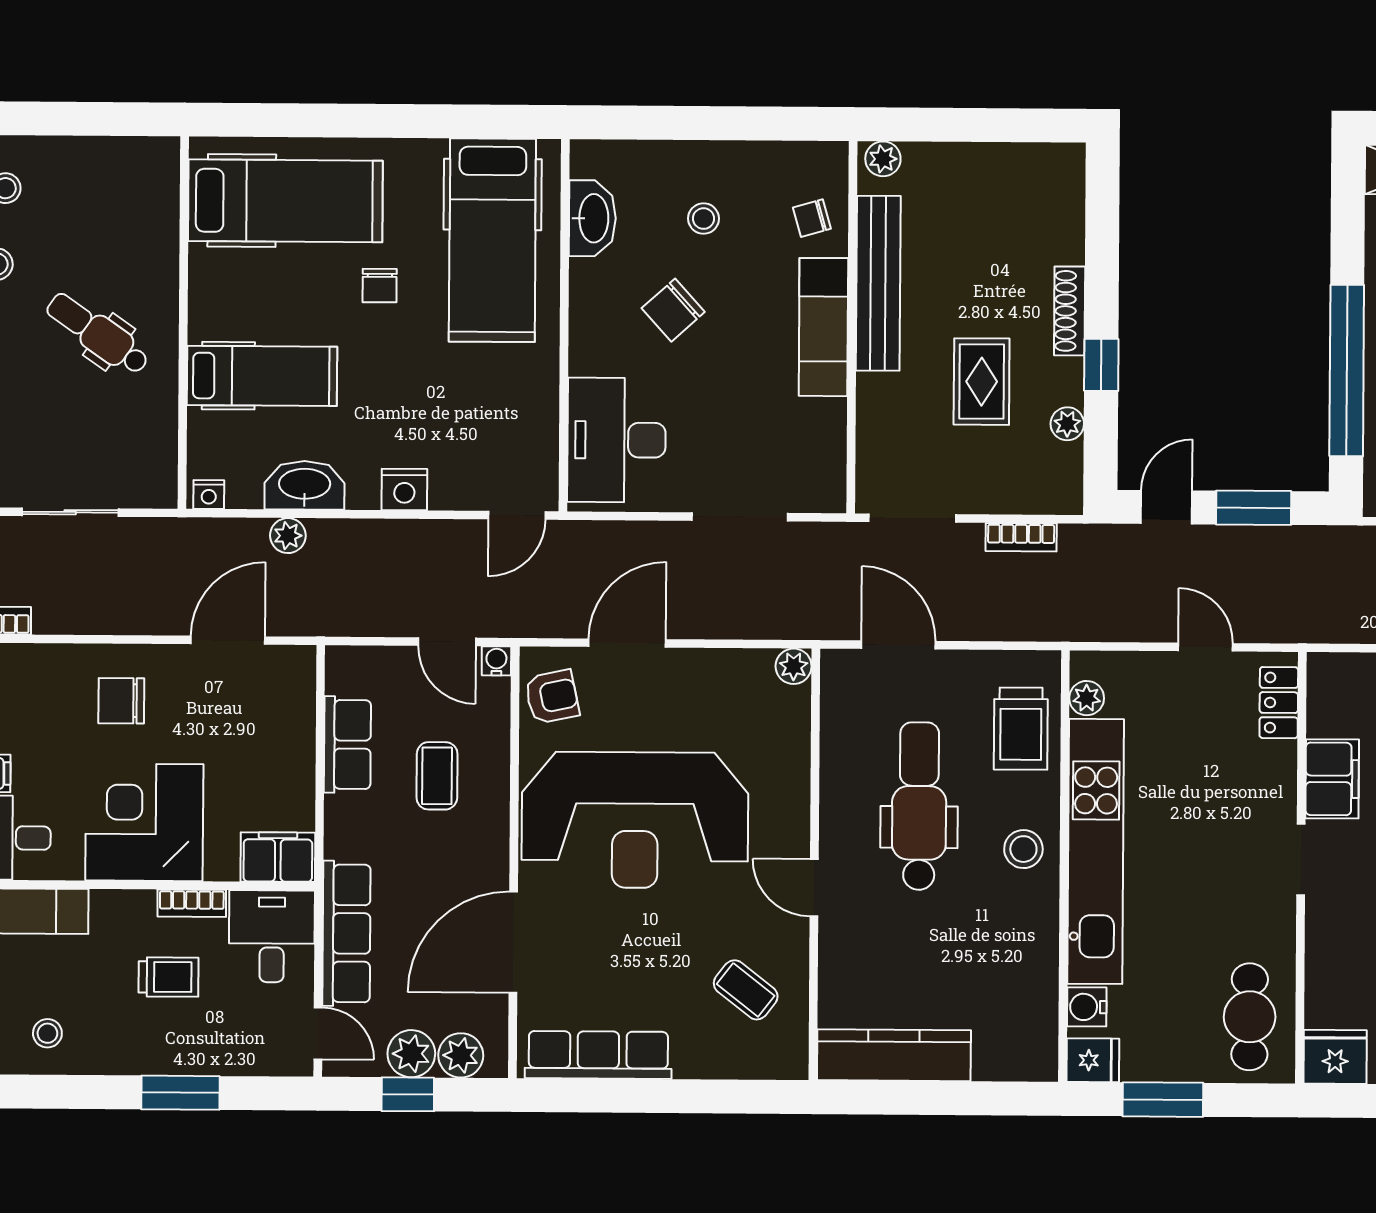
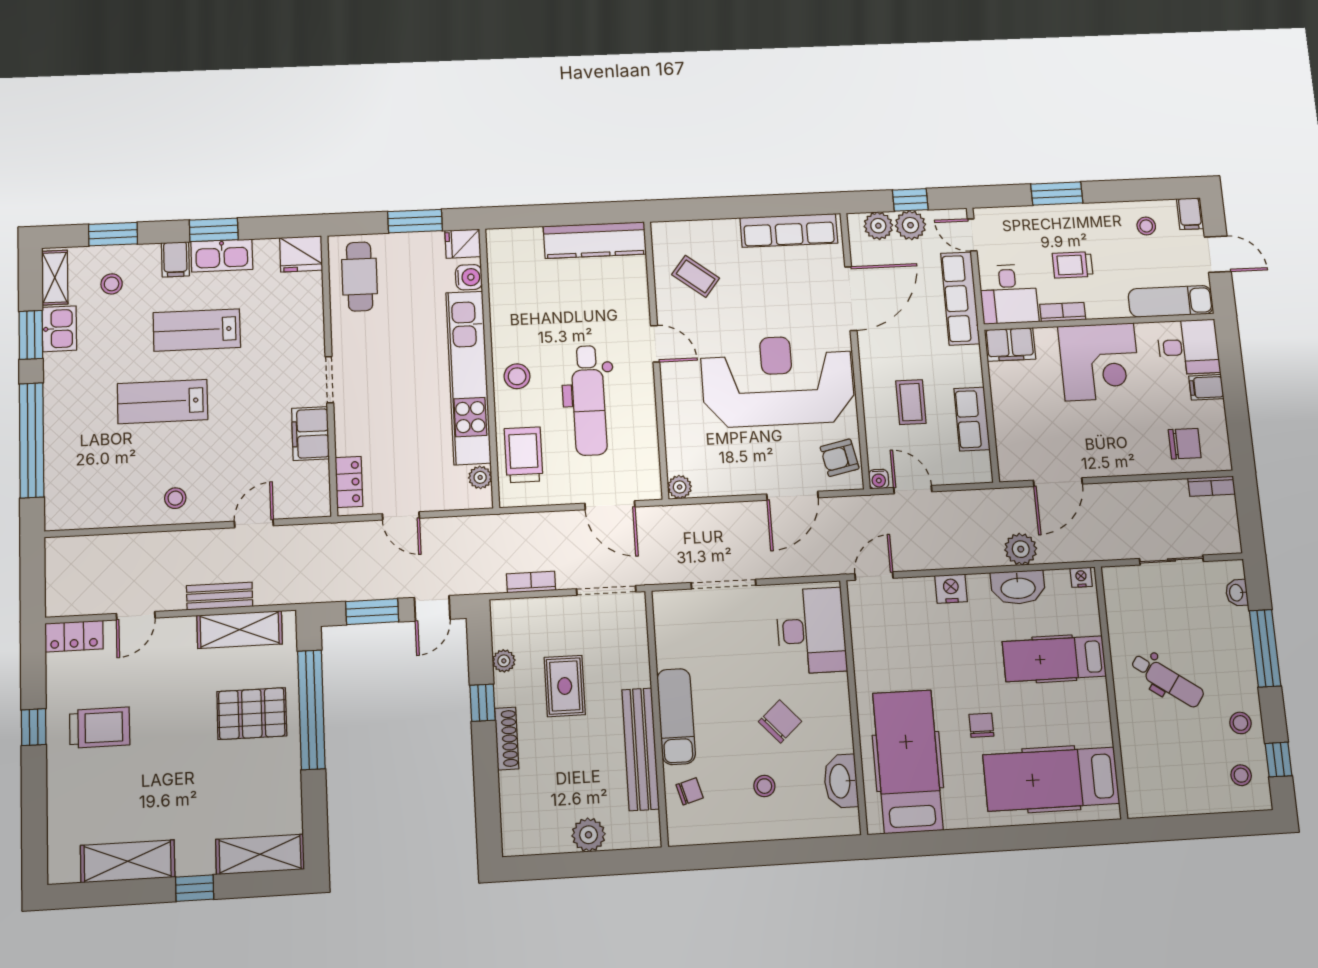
plant: (883, 159) -> (589, 835), moved, width x1.38, depth x1.38
plant: (288, 536) -> (1021, 549), width x1.38, depth x1.38
chair: (121, 701) -> (1185, 444), moved

